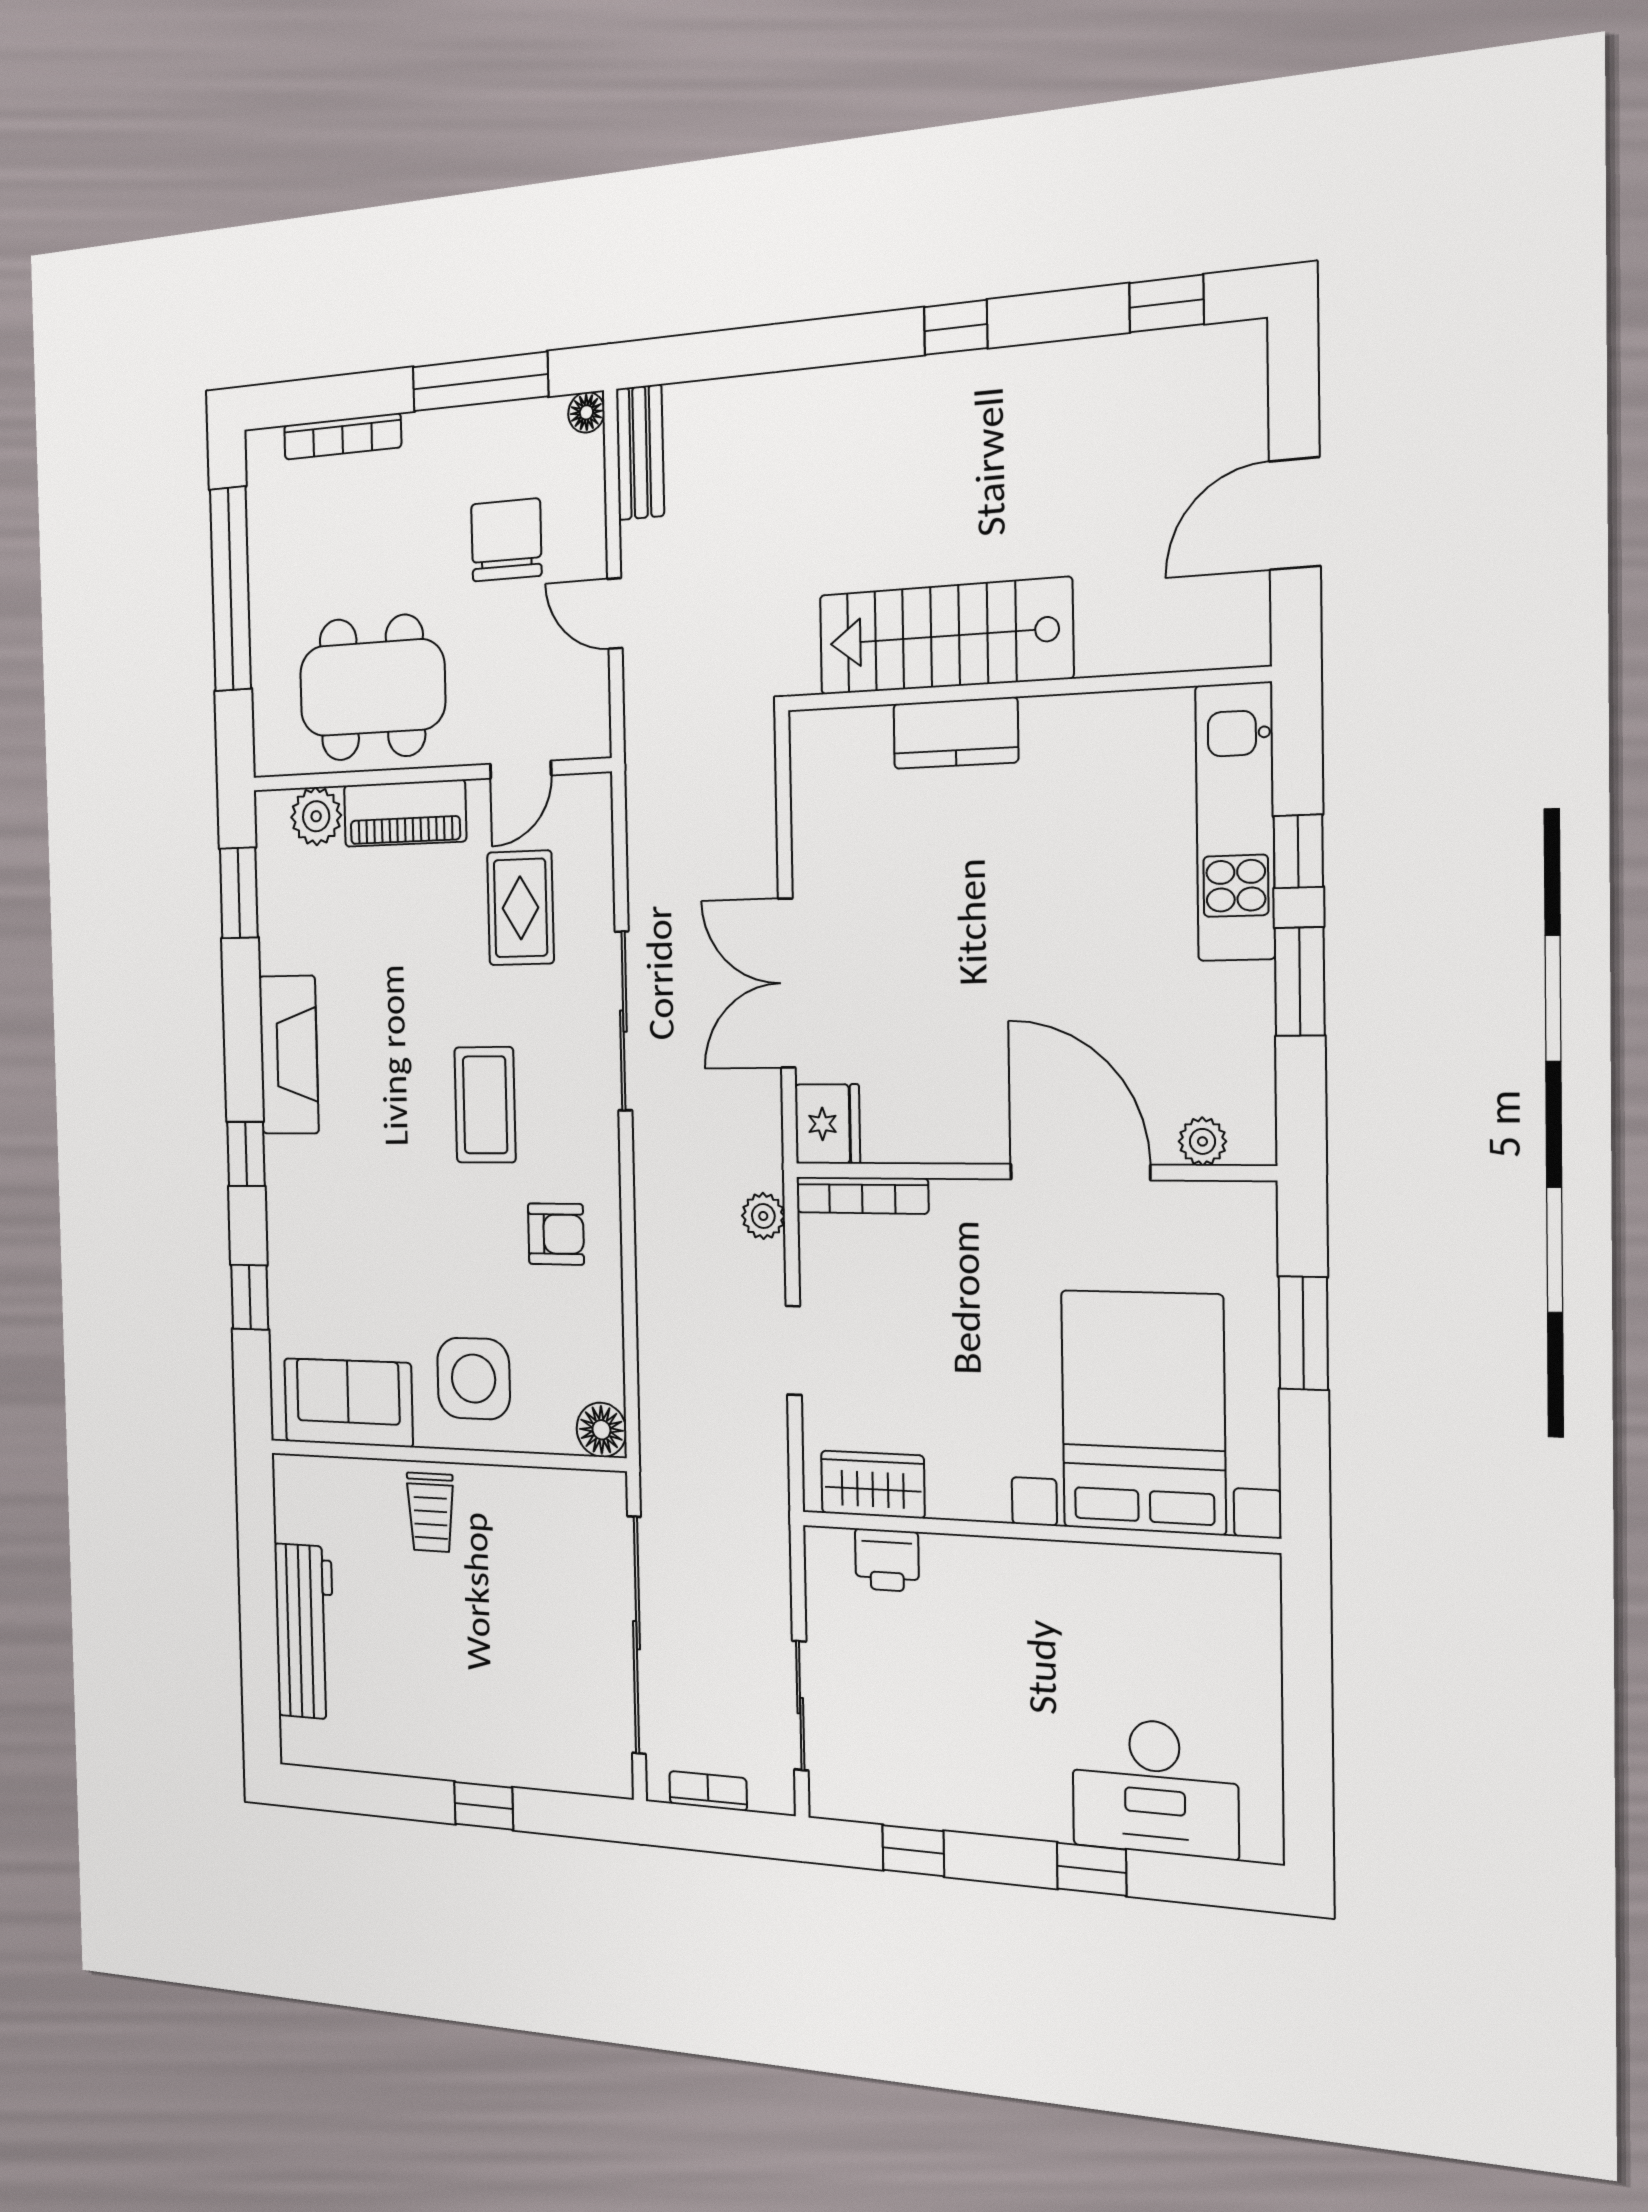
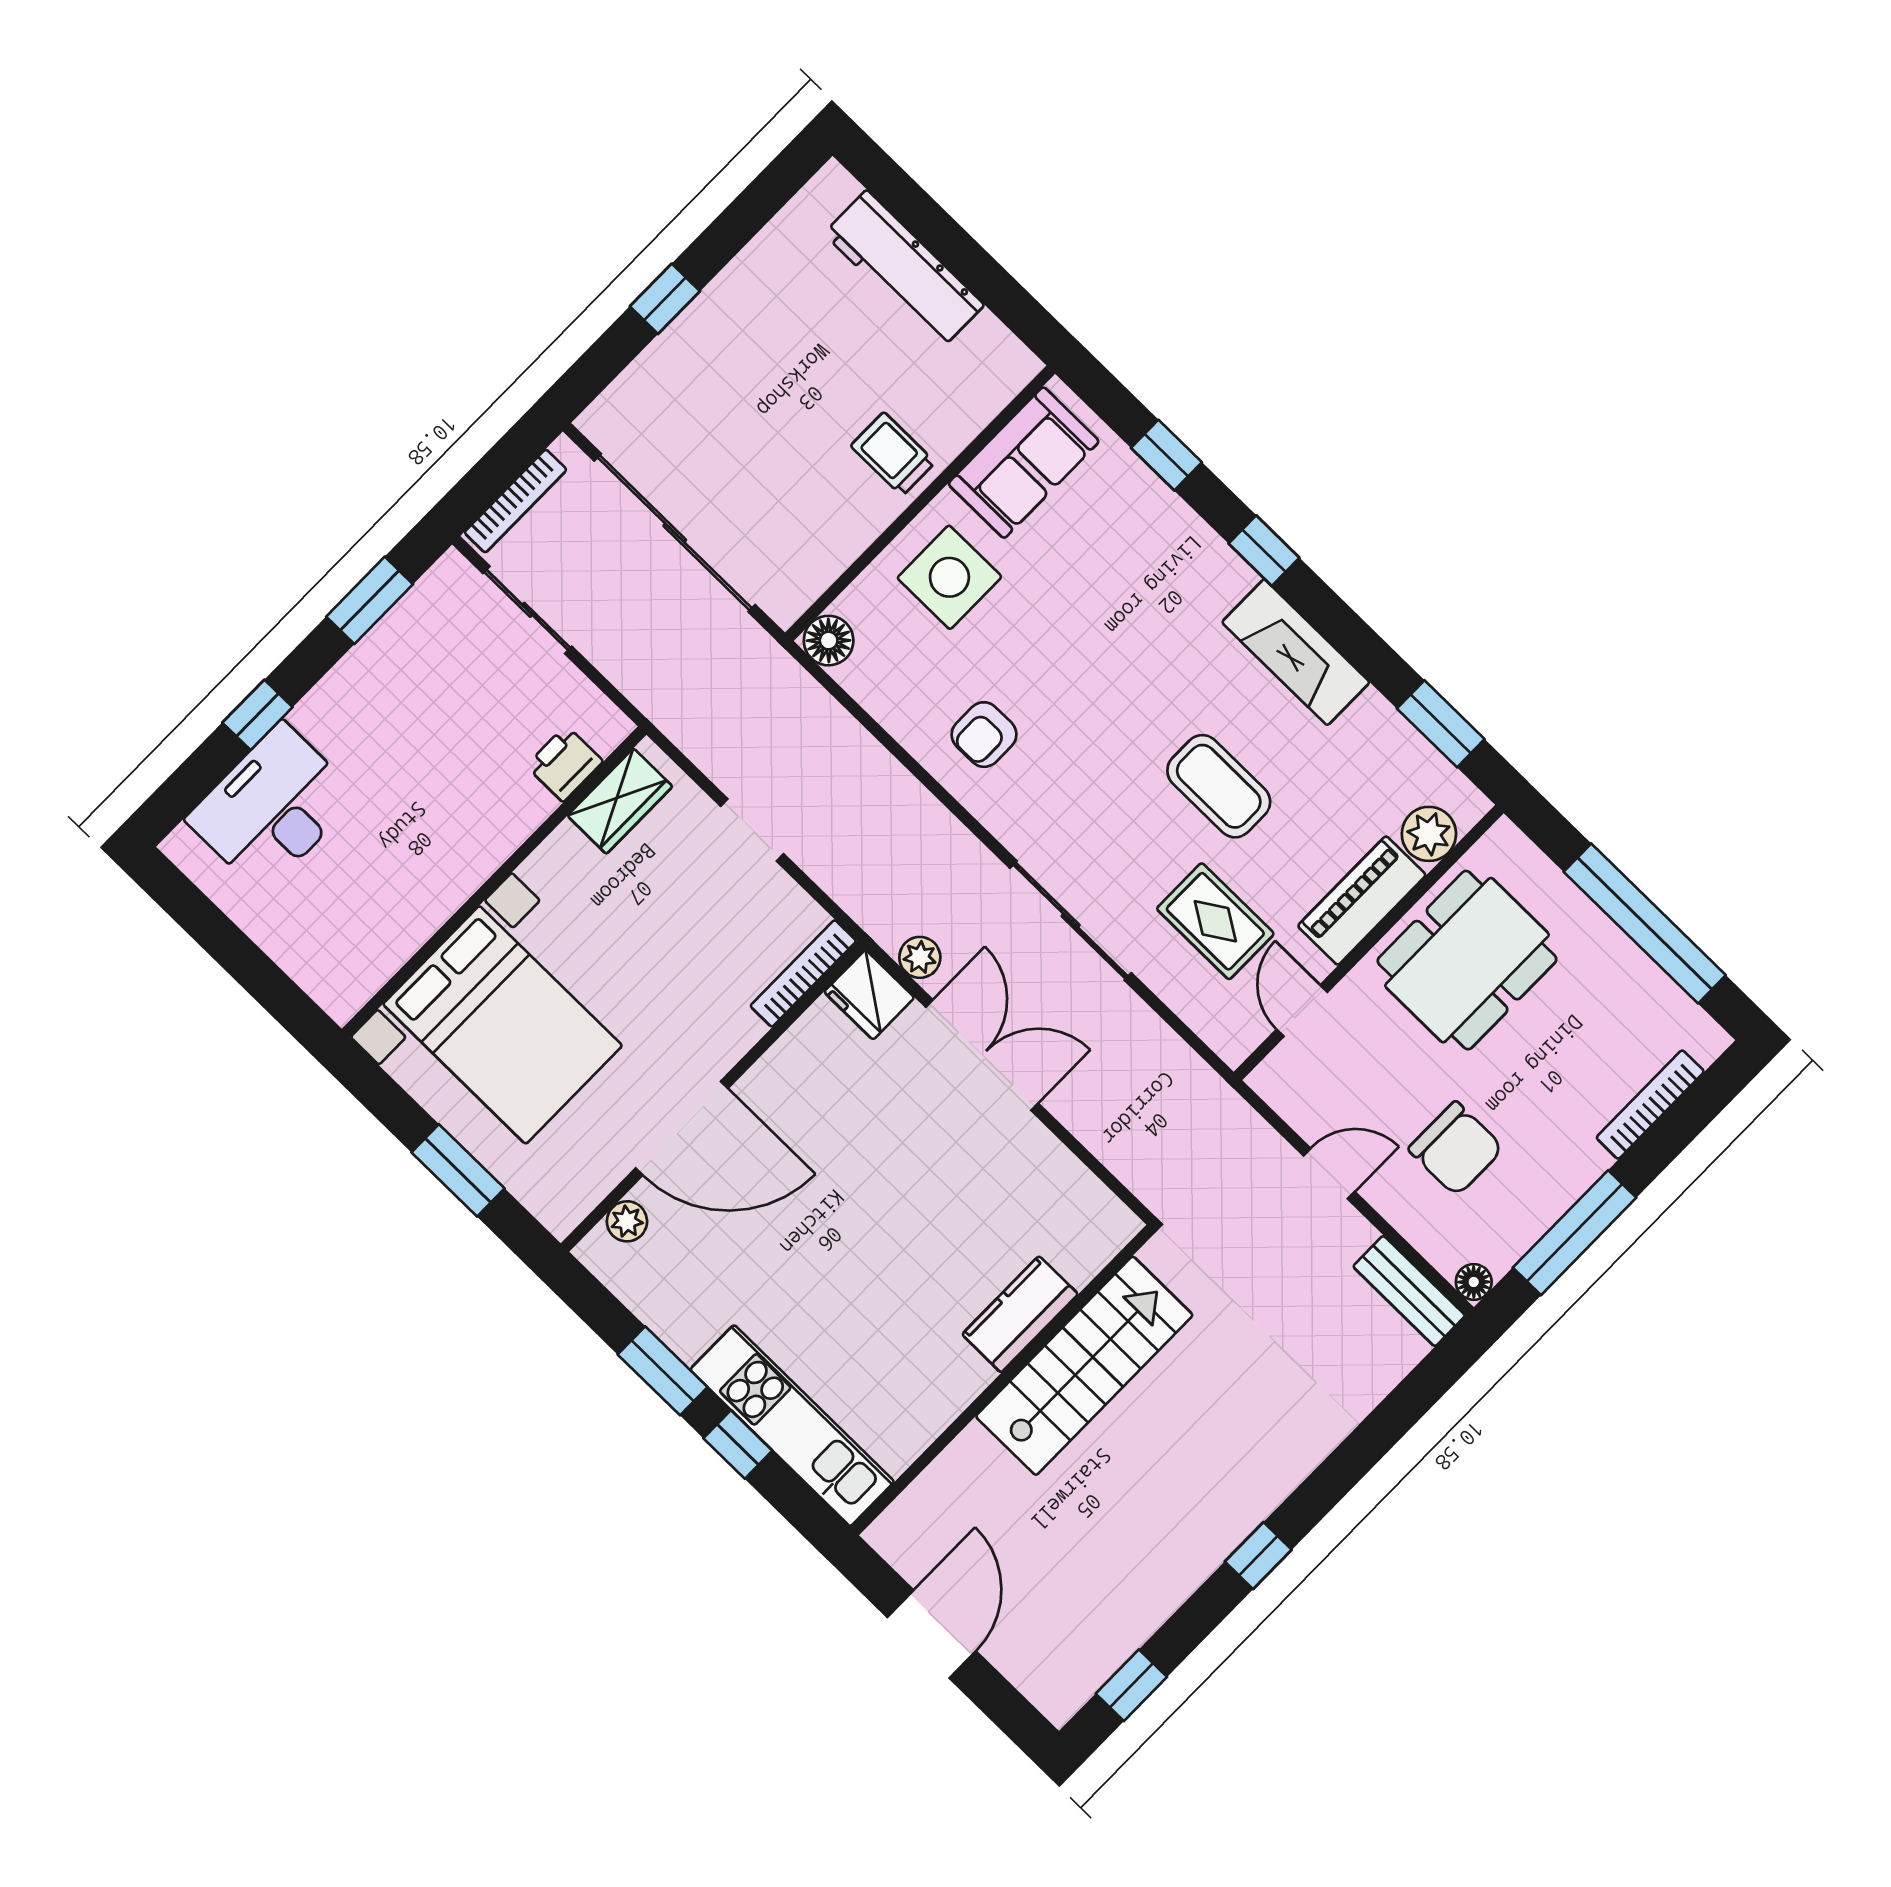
coffee table: (485, 1105) -> (1219, 786), moved
plant: (763, 1216) -> (920, 957), moved
bookcase: (708, 1791) -> (516, 501), width x1.56
window: (913, 1851) -> (370, 600), width x1.50

